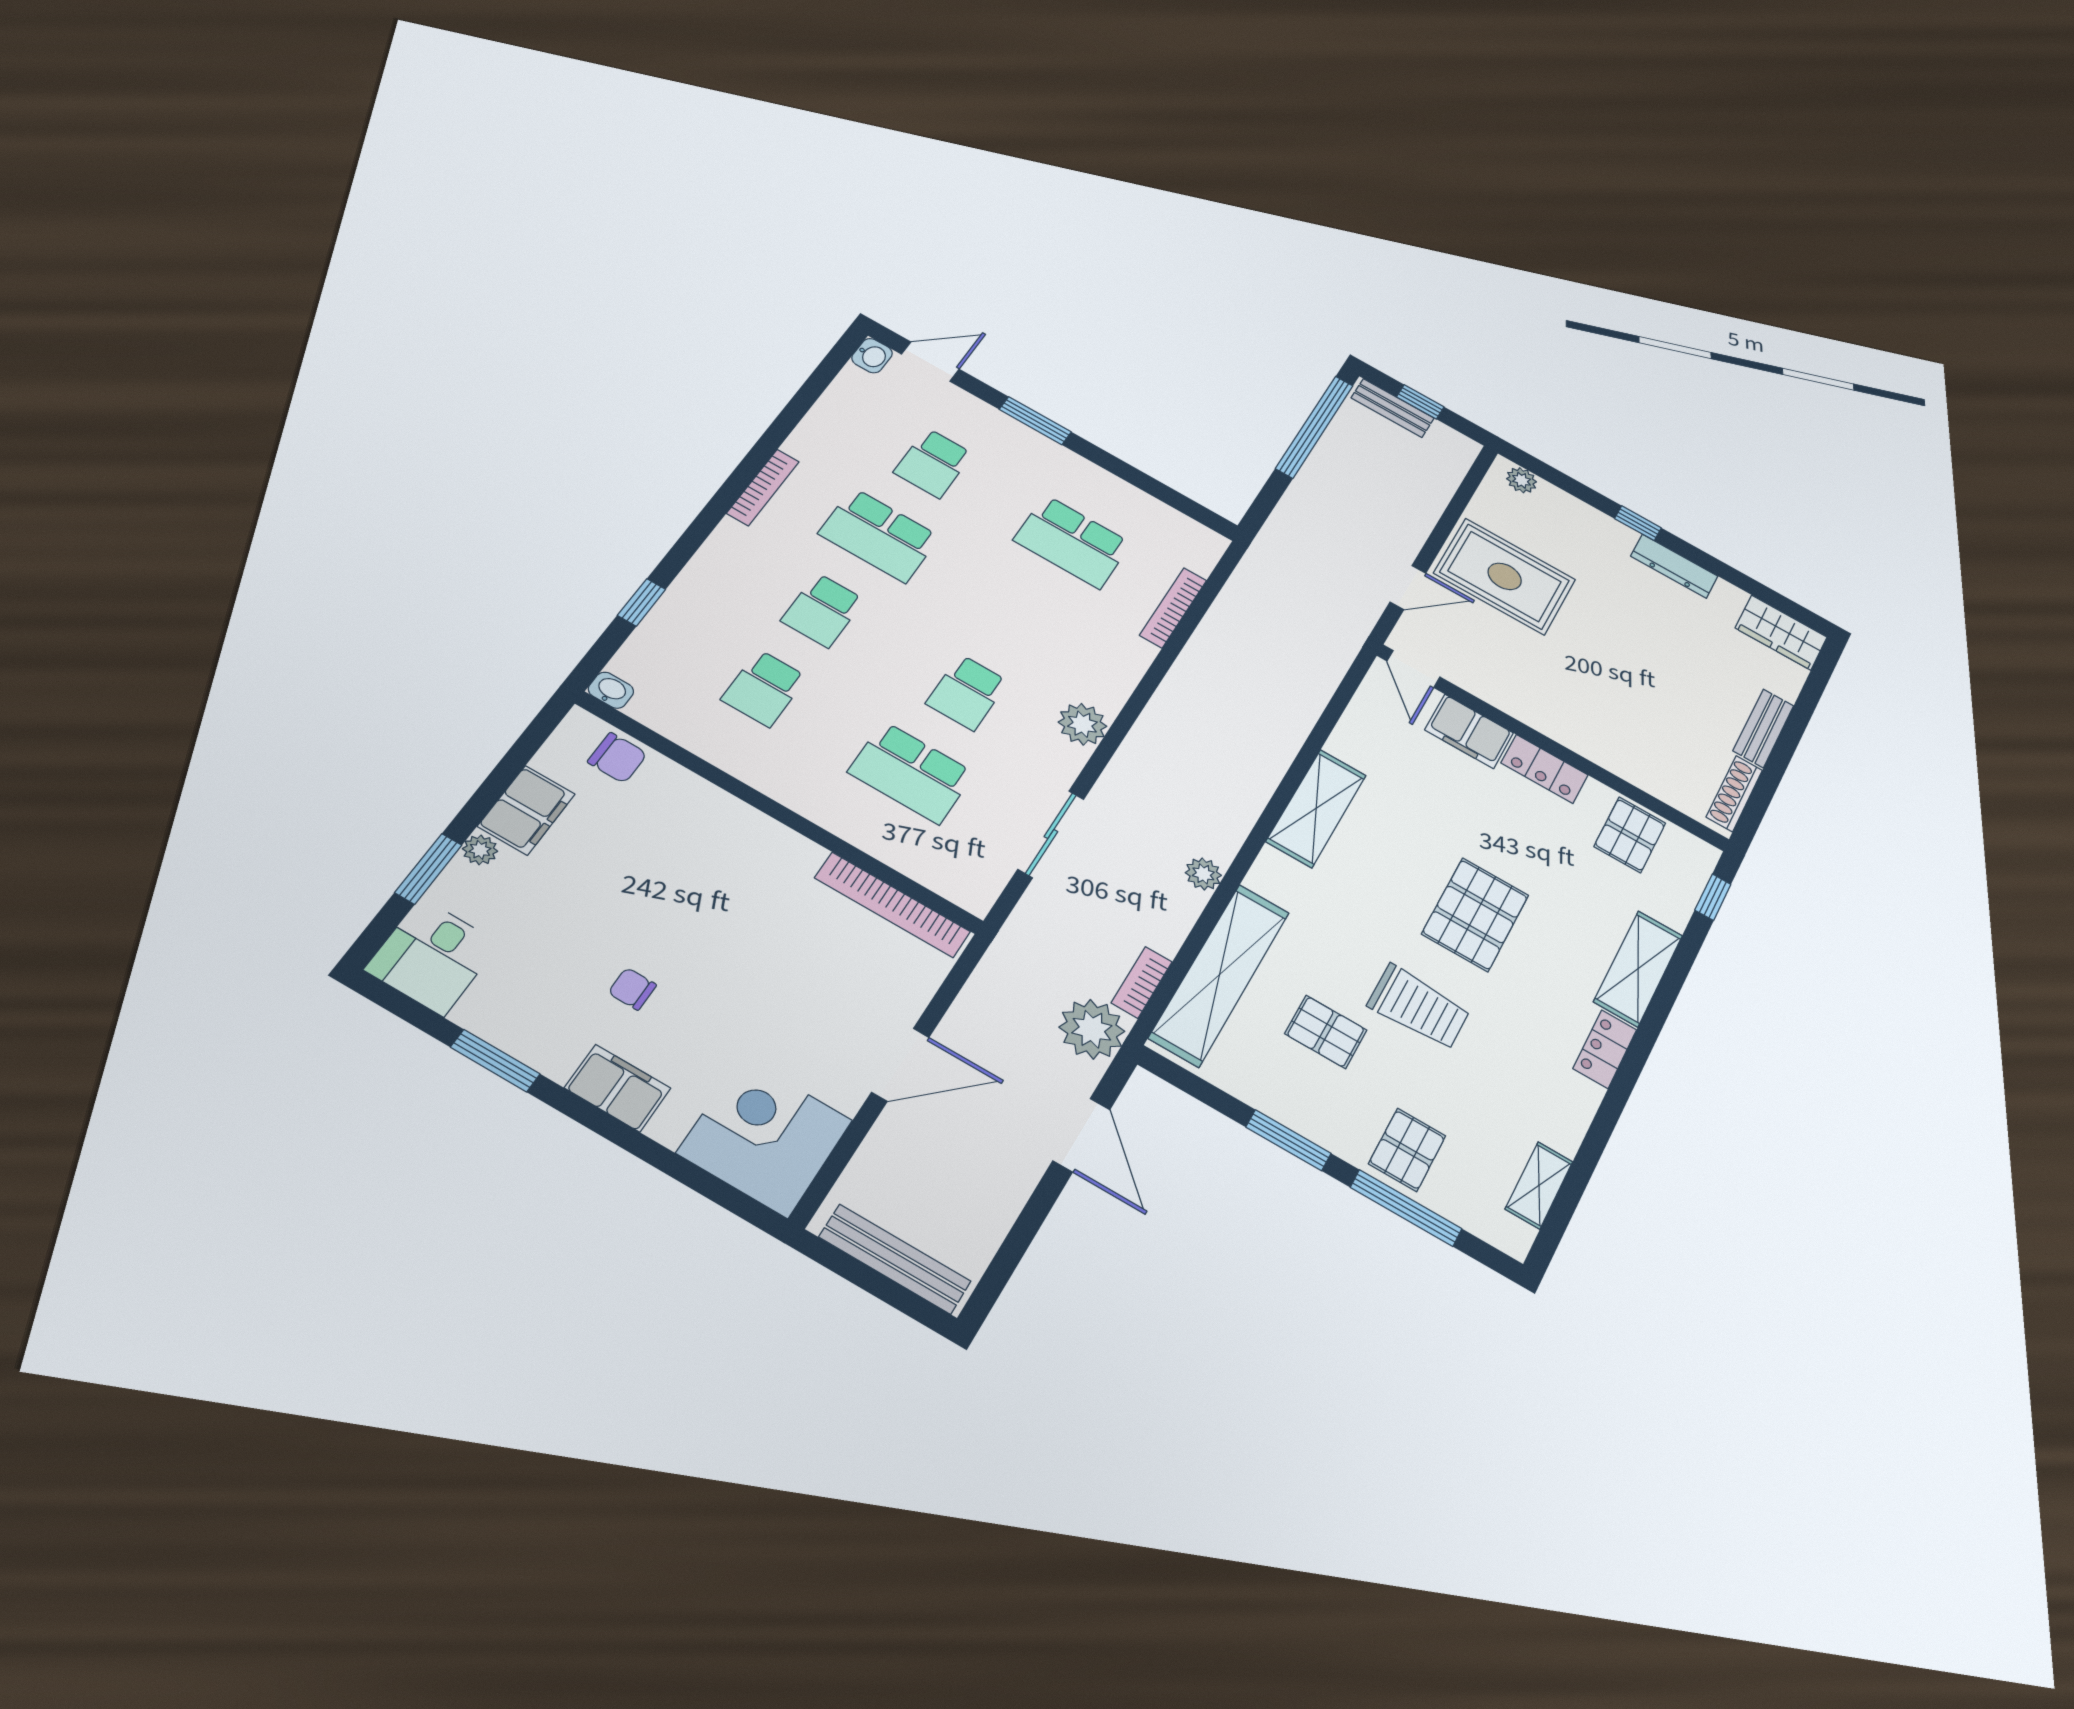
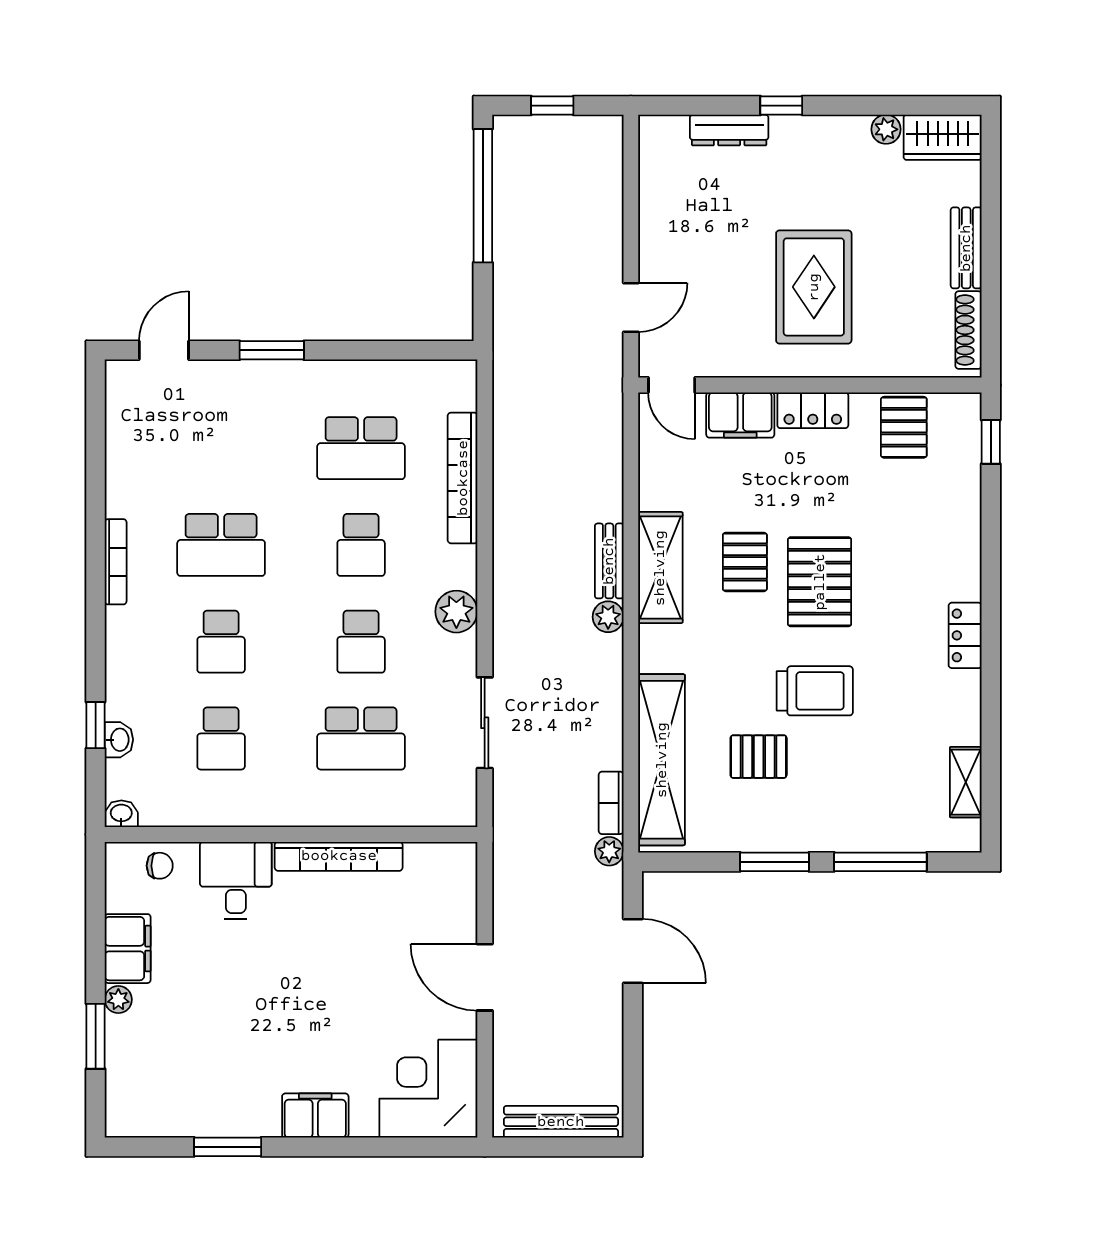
washbasin: (872, 356) -> (119, 740), moved
bench: (1393, 408) -> (609, 561), moved, turned 90
school desk: (933, 463) -> (361, 545), moved
plant: (1522, 480) -> (886, 129), moved
dresser: (1674, 566) -> (729, 130), moved
rug: (1505, 576) -> (814, 287), moved, turned 90
bookcase: (1173, 608) -> (463, 478), width x1.48, depth x1.31
chair: (617, 758) -> (160, 866), width x0.73, depth x0.73
plant: (1203, 874) -> (608, 617), moved
bookcase: (892, 905) -> (339, 856), moved
desk: (432, 957) -> (236, 881), moved, turned 180
shelving: (1638, 969) -> (961, 547), removed
chair: (632, 989) -> (280, 1037), removed
plant: (1092, 1029) -> (609, 851), width x0.53, depth x0.53
door: (900, 1065) -> (485, 977), swing flipped
pallet: (1407, 1150) -> (745, 562), moved

